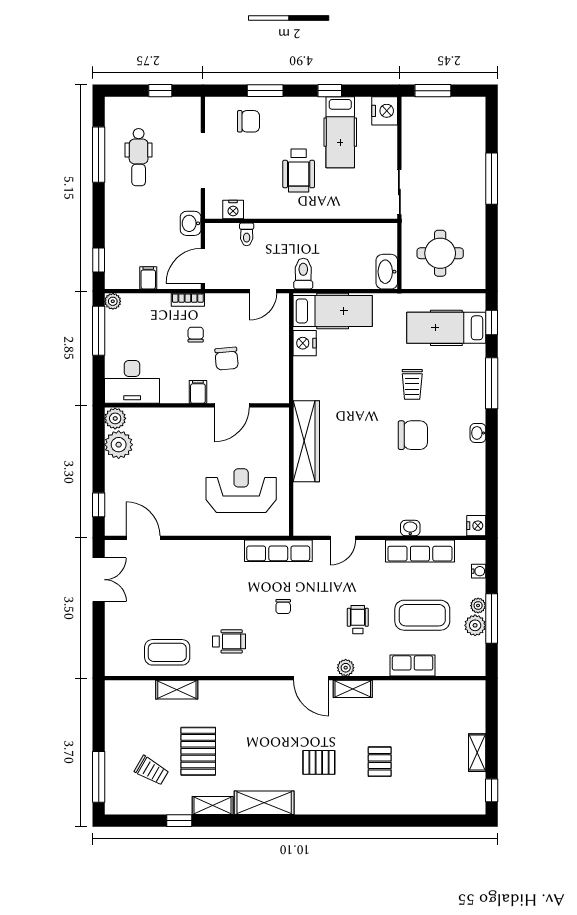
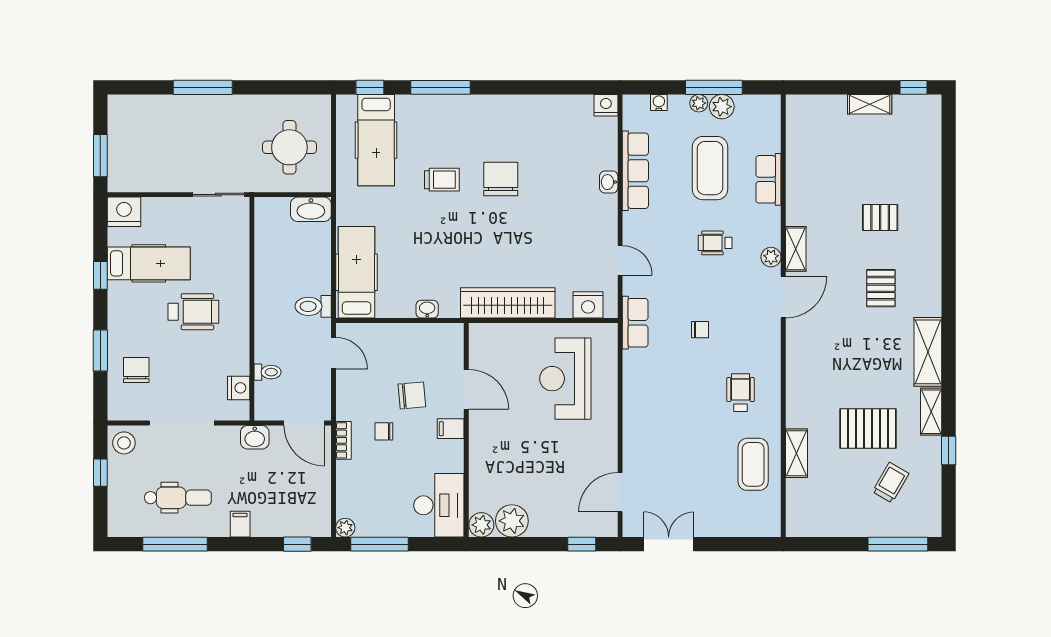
stool: (186, 111) -> (124, 443), added
filing cabinet: (148, 278) -> (240, 524), moved, turned 90
nightstand: (305, 343) -> (588, 305), moved
washbasin: (478, 433) -> (427, 309), moved, turned 180
row of seats: (278, 551) -> (635, 323), width x0.68

